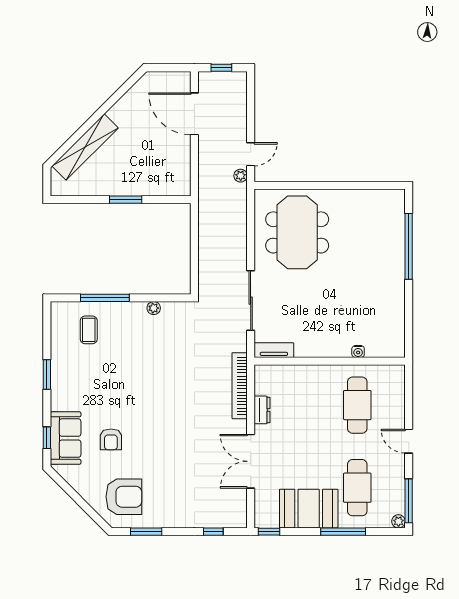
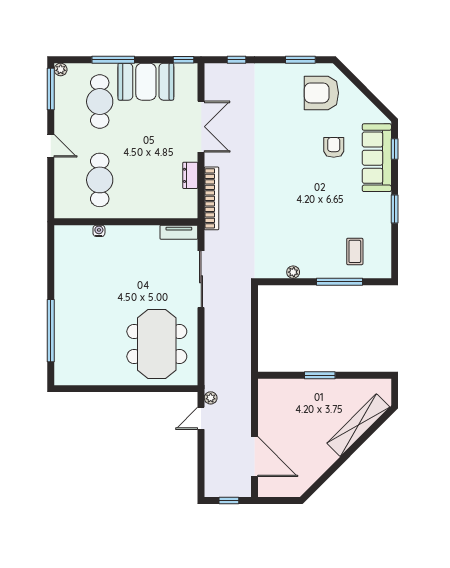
sofa: (66, 438) -> (377, 158), width x1.36

